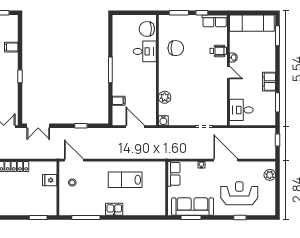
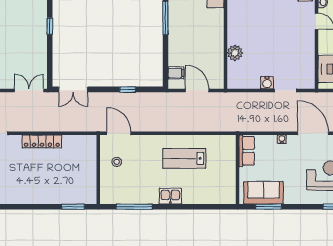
filing cabinet: (119, 101) -> (176, 73), moved
water cooler: (163, 121) -> (267, 83), moved
fridge: (50, 180) -> (88, 159), removed
sofa: (193, 207) -> (263, 193), width x0.73

